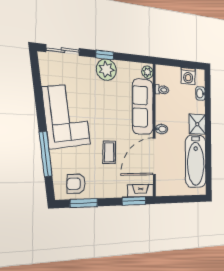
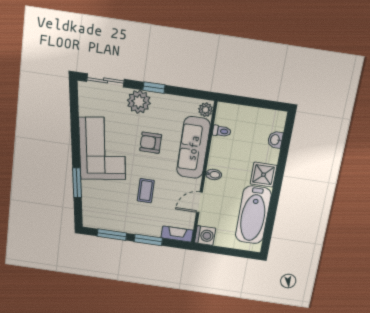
plant: (106, 70) -> (139, 102), moved
washing machine: (188, 76) -> (205, 236), moved, turned -90
window: (46, 154) -> (77, 183), width x0.69
door: (154, 156) -> (199, 202), width x0.53
armchair: (76, 184) -> (151, 143), moved
window: (134, 201) -> (148, 240), moved

